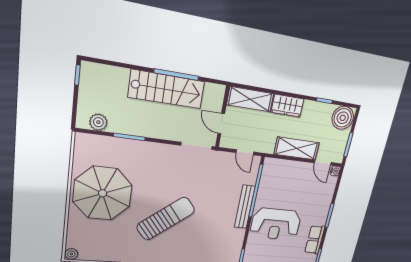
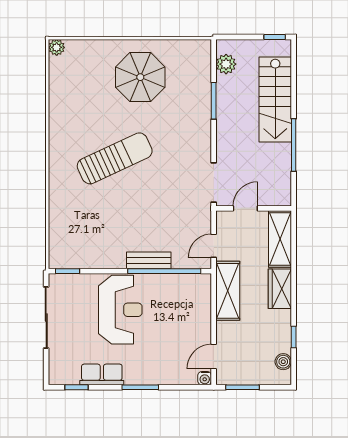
stairs: (167, 89) -> (275, 100), moved
boiler: (343, 118) -> (283, 362), width x0.54, depth x0.54
shelving: (297, 148) -> (228, 291), moved
parasol: (103, 193) -> (140, 77), width x0.73, depth x0.73
bench: (245, 207) -> (149, 260), width x0.73
sun lounger: (166, 219) -> (115, 158), turned -76
reception desk: (276, 224) -> (120, 310), turned 180

